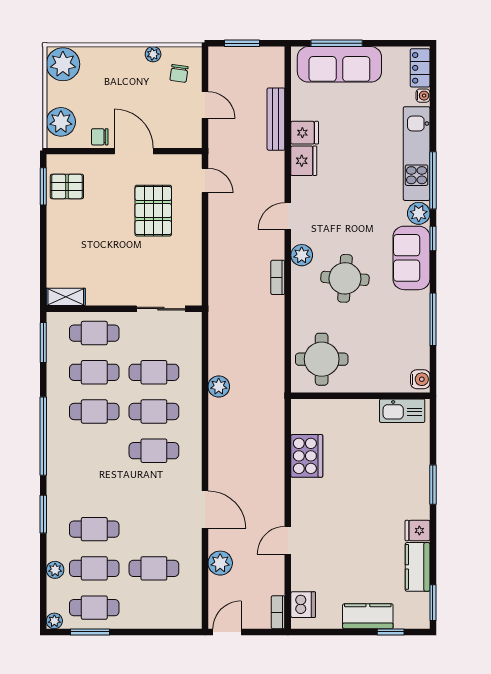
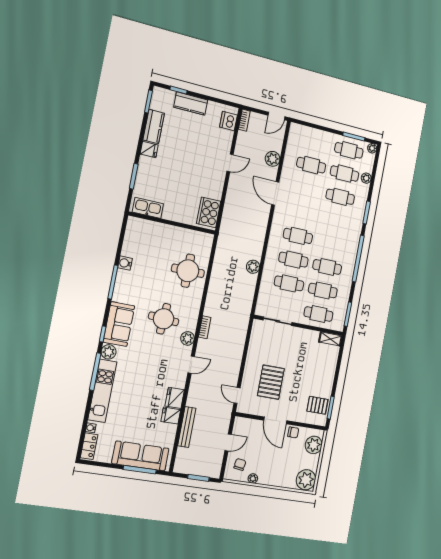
door: (205, 105) -> (228, 442), swing flipped
water cooler: (420, 379) -> (125, 263), moved
wall: (360, 396) -> (172, 223), moved
kitchen sink: (402, 411) -> (148, 208), moved

